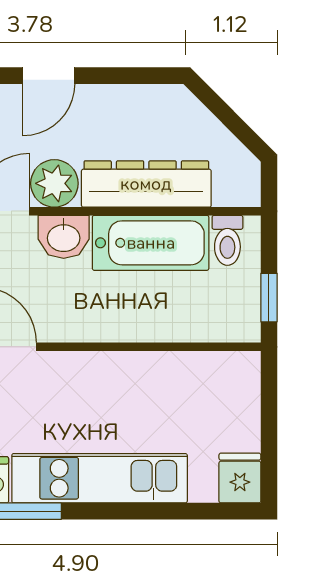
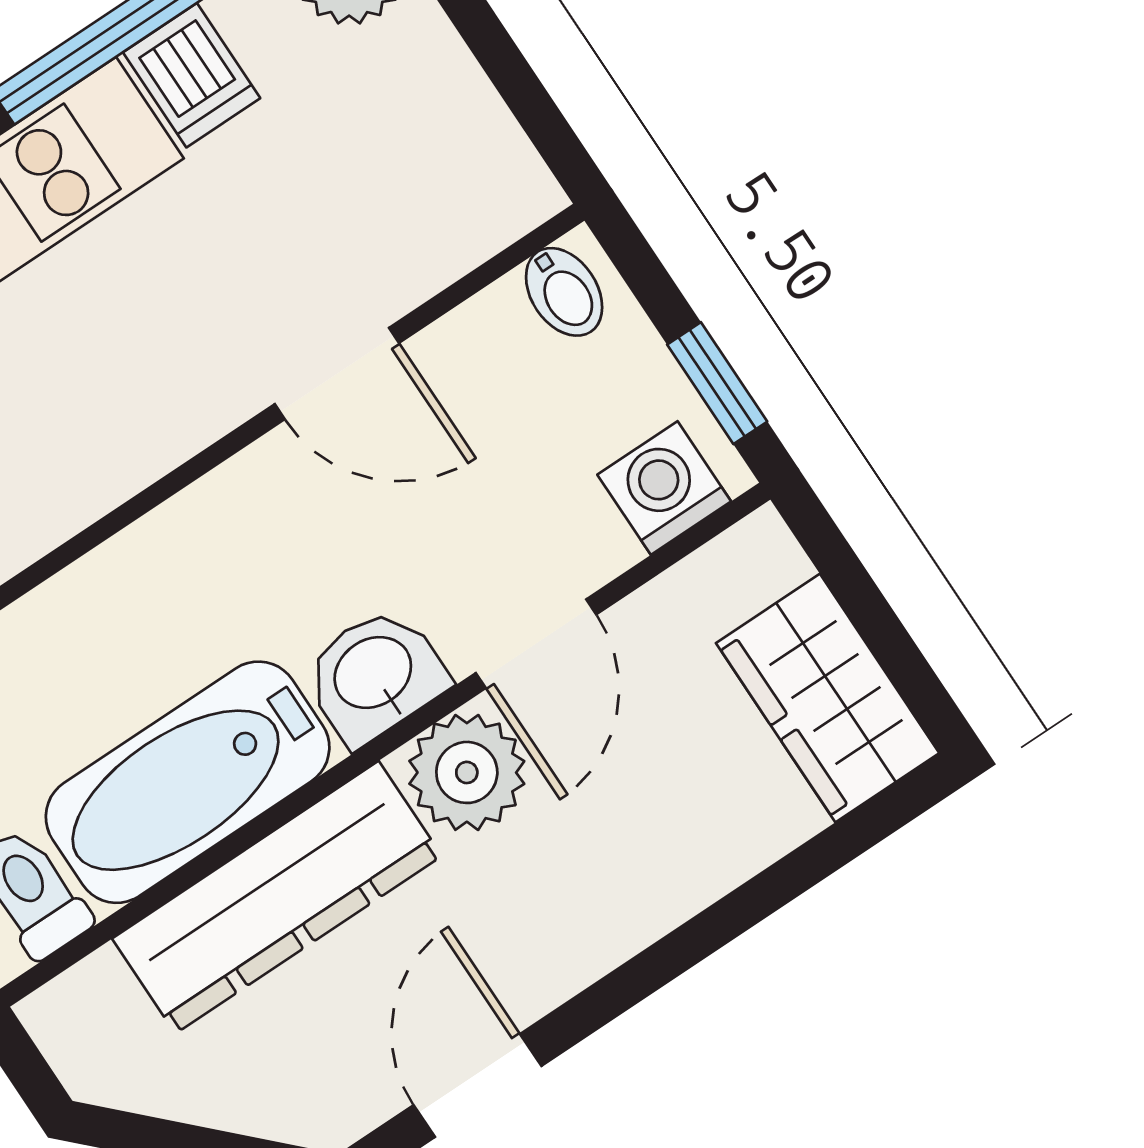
door: (49, 76) -> (477, 1086), moved

